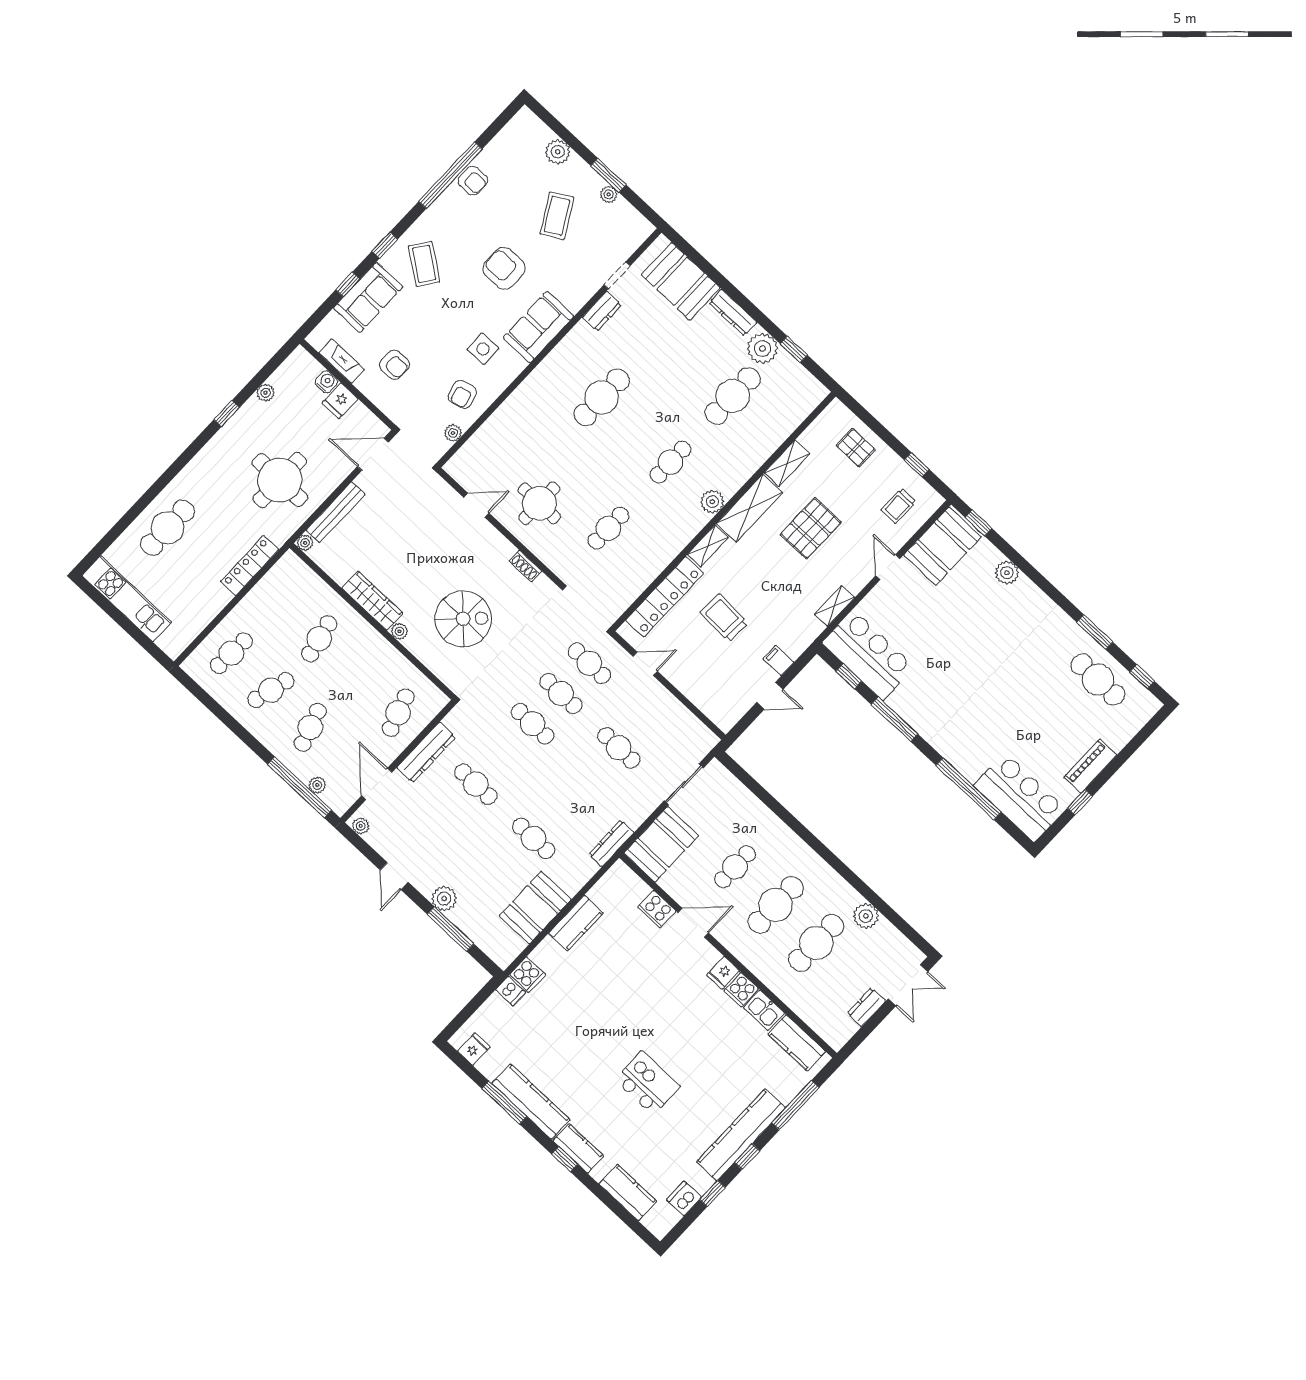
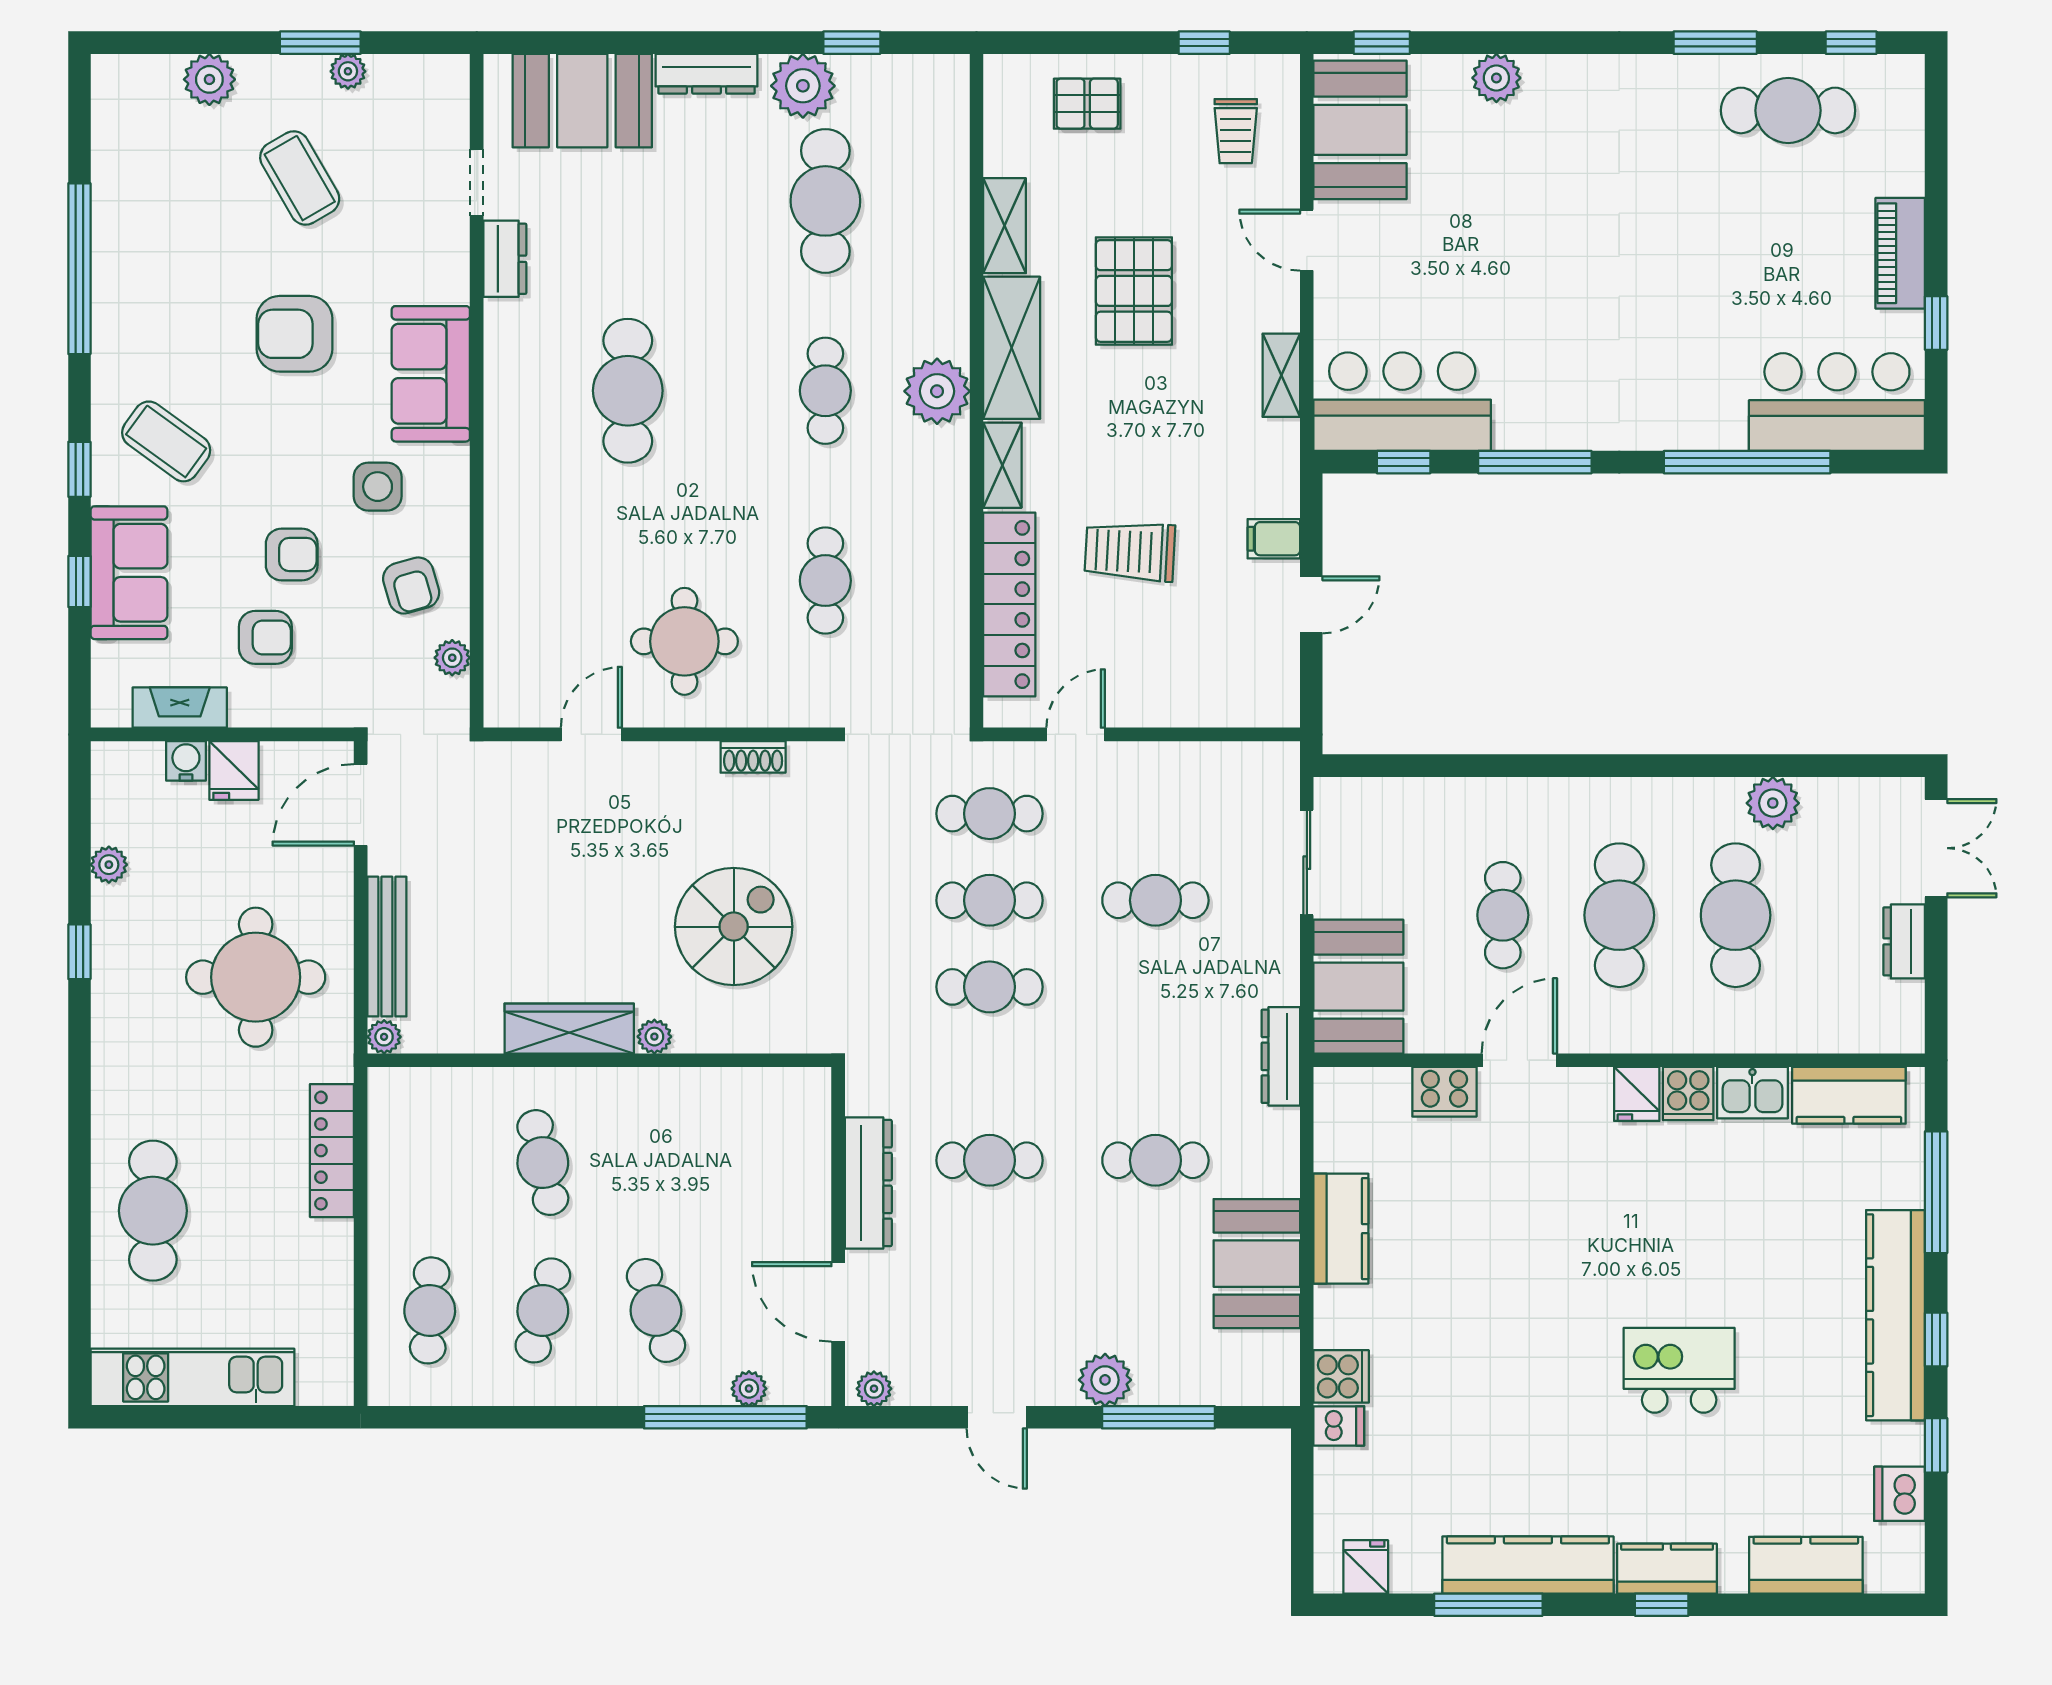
armchair: (473, 181) -> (292, 554), moved
plant: (712, 502) -> (937, 391), width x1.36, depth x1.36
cafe table: (398, 713) -> (769, 1163), removed

